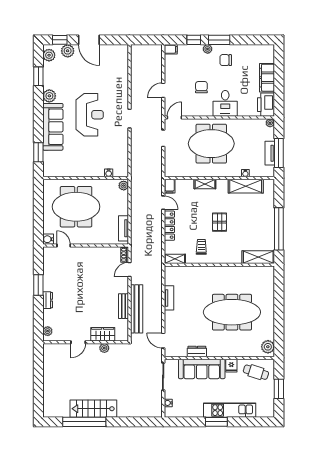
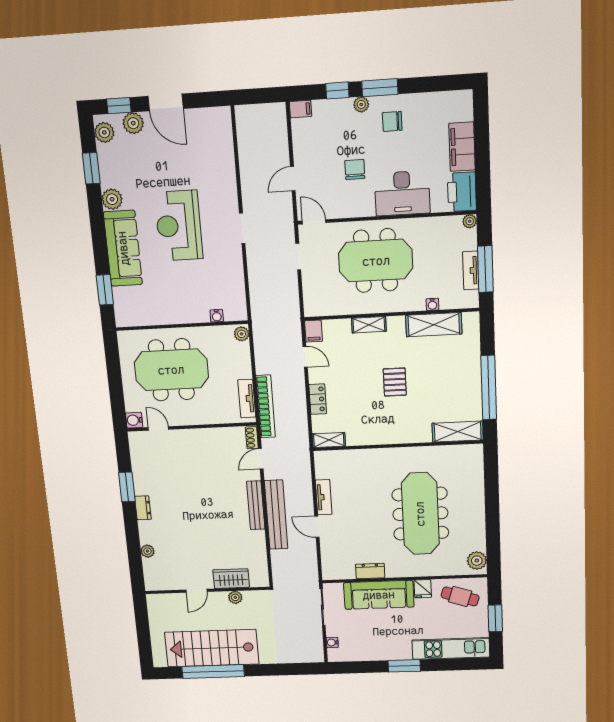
desk: (225, 103) -> (402, 193), width x1.37
reception desk: (90, 115) -> (179, 226), turned 180
door: (174, 117) -> (314, 222), hinge flipped
locker: (169, 226) -> (318, 399), width x0.66
bookcase: (135, 234) -> (266, 406), added
trolley: (201, 247) -> (368, 421), removed
bench: (123, 306) -> (256, 505), width x1.36
meeting table: (232, 312) -> (420, 514), turned 90
wardrobe: (103, 334) -> (231, 579), moved
door: (163, 341) -> (317, 527), moved
door: (78, 342) -> (196, 591), moved
wall: (86, 342) -> (207, 590), moved
plant: (104, 348) -> (235, 597), moved
stairs: (93, 409) -> (212, 648), width x1.36, depth x1.51
kitchen unit: (230, 410) -> (451, 649), moved

